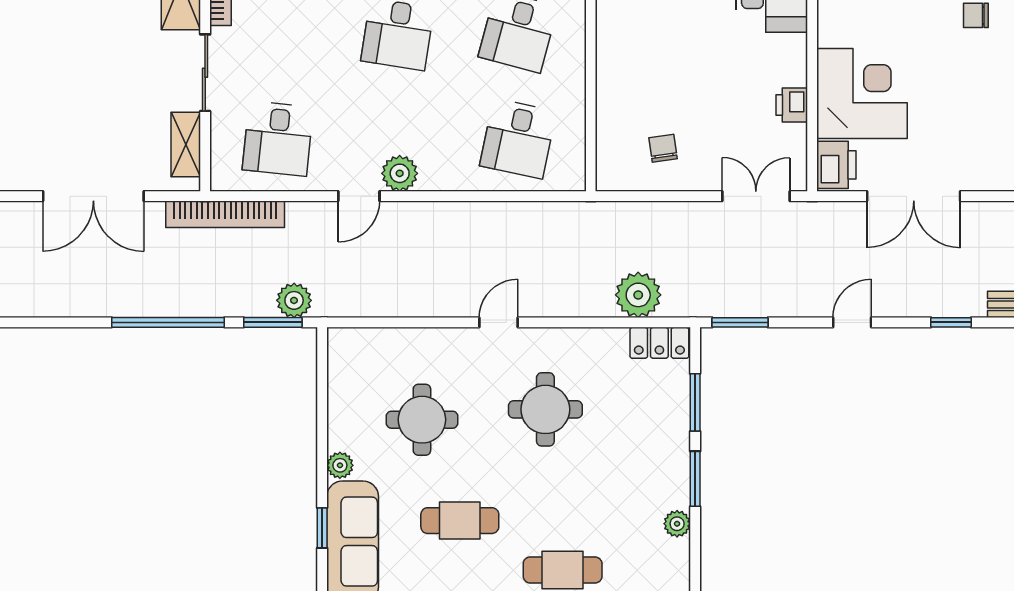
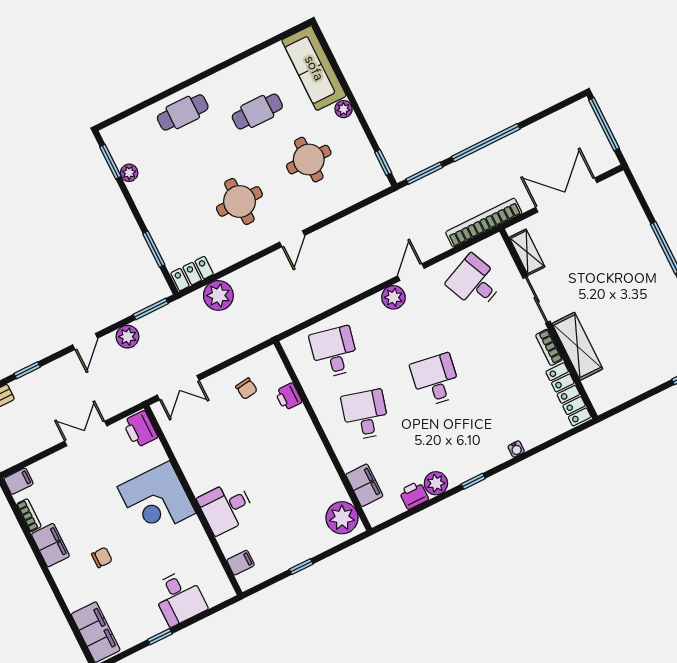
corner desk: (862, 94) -> (157, 500), moved
printer: (792, 105) -> (288, 397), moved, turned 180
desk: (278, 139) -> (475, 282), turned -30
double door: (914, 196) -> (86, 433), width x0.73
plant: (294, 300) -> (127, 337), moved
window: (695, 479) -> (110, 162), moved
window: (322, 528) -> (383, 163), moved

